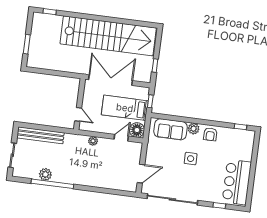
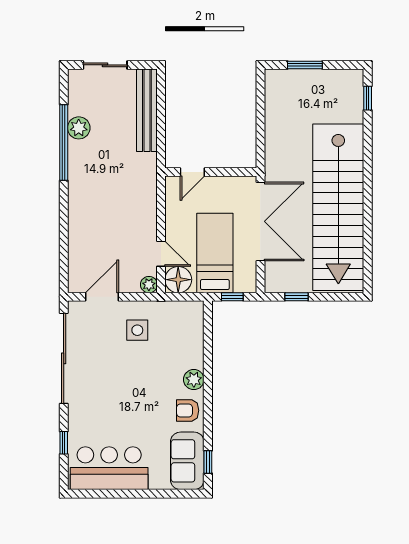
sofa: (171, 129) -> (187, 461), moved
plant: (93, 141) -> (149, 285), moved
side table: (191, 159) -> (137, 330), moved
door: (141, 174) -> (102, 297), swing flipped

